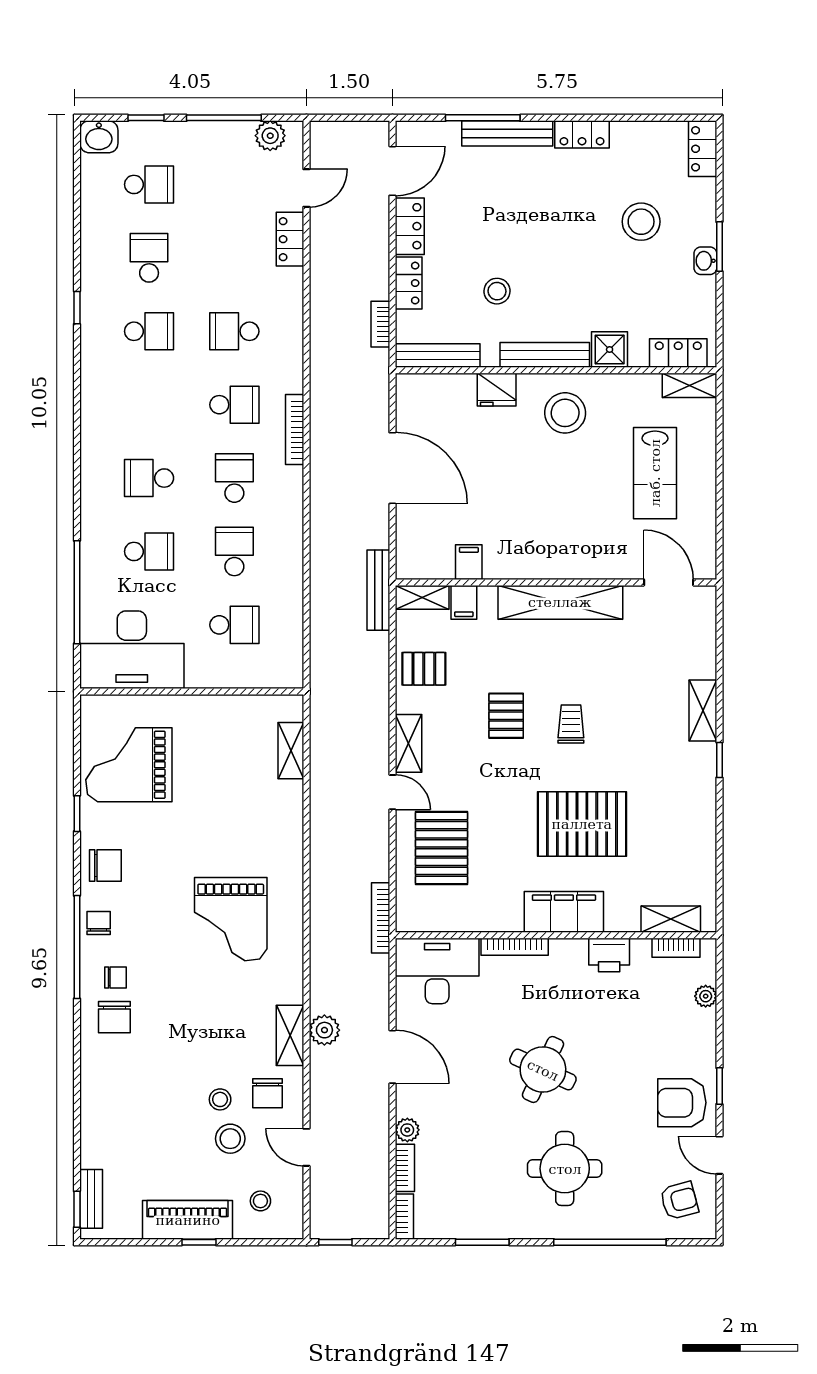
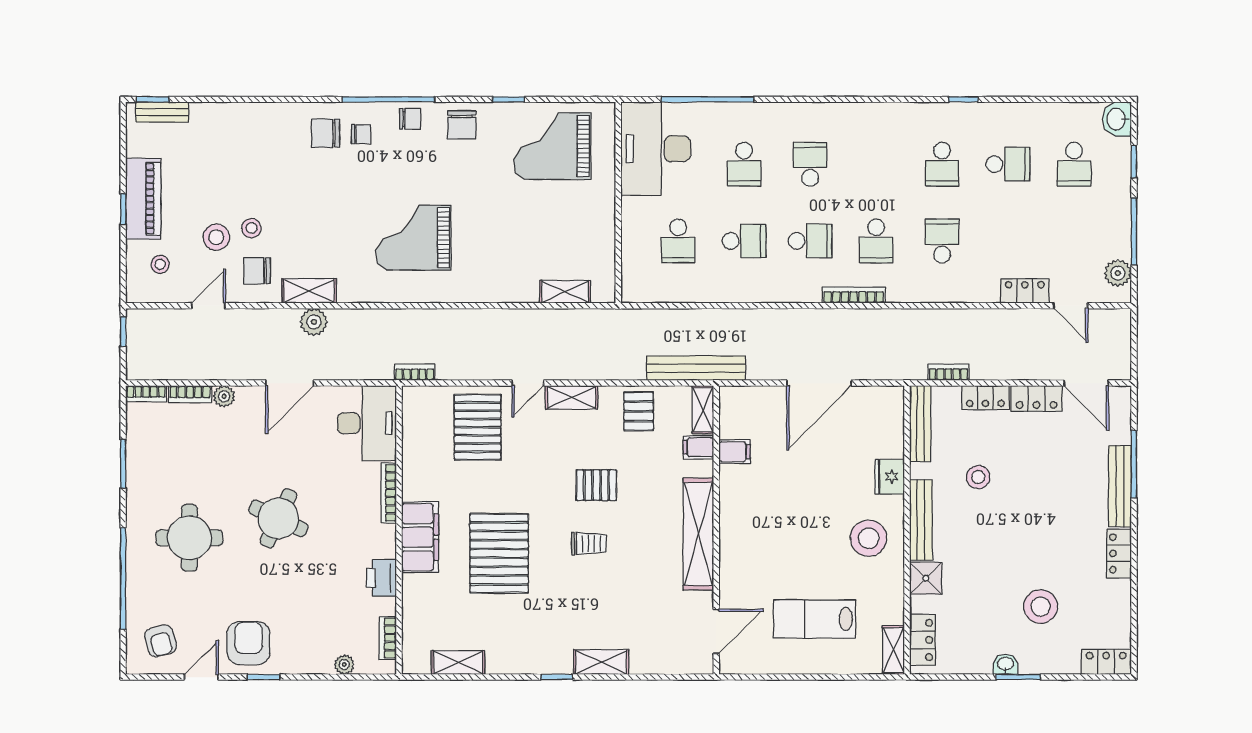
bench: (378, 590) -> (696, 368), width x1.37, depth x1.21
grand piano: (129, 765) -> (552, 146), turned -90
pallet: (441, 848) -> (478, 427), turned 90
bookcase: (381, 918) -> (415, 372), width x0.64
shelving: (671, 919) -> (458, 662), moved, turned 90
chair: (116, 977) -> (361, 134), turned -90

